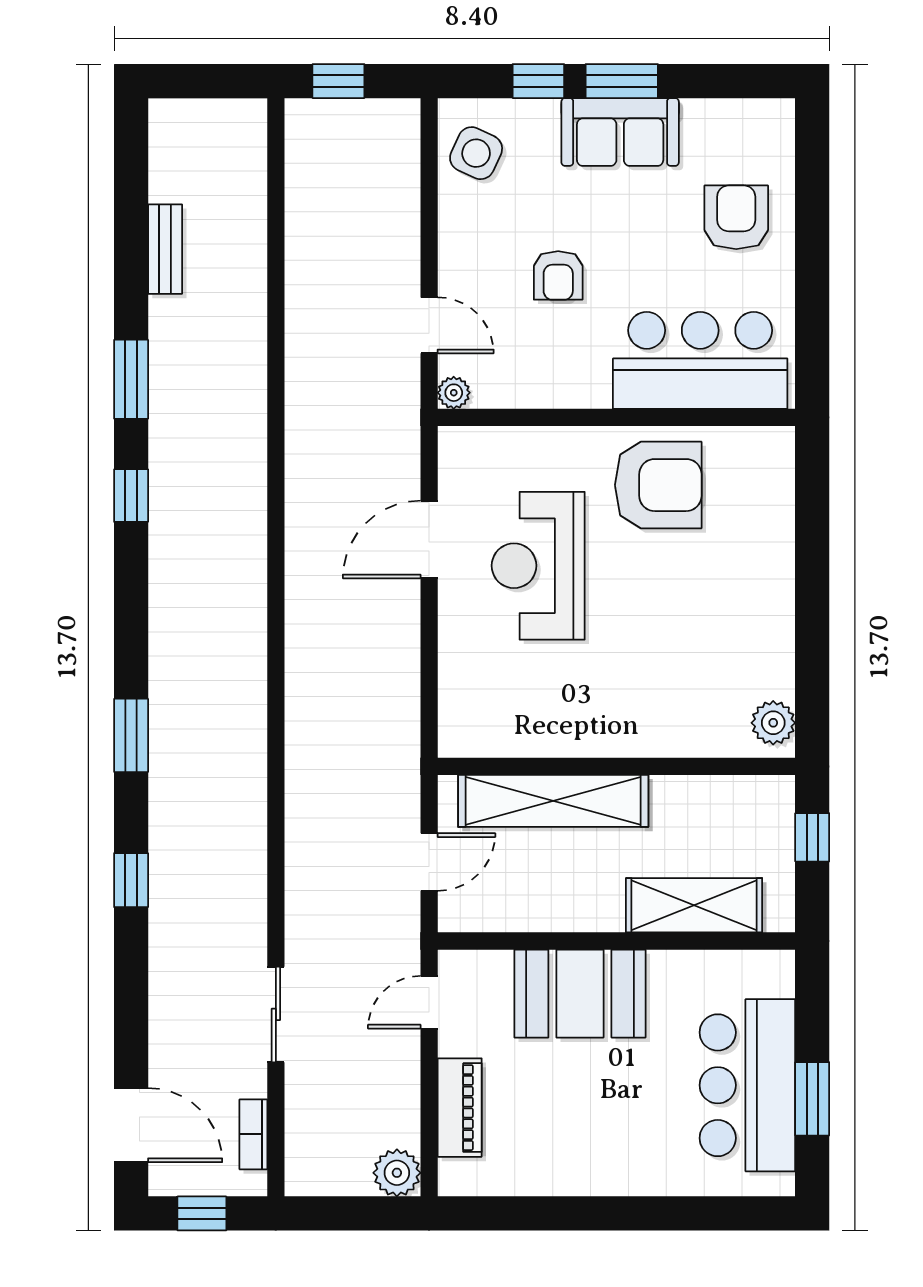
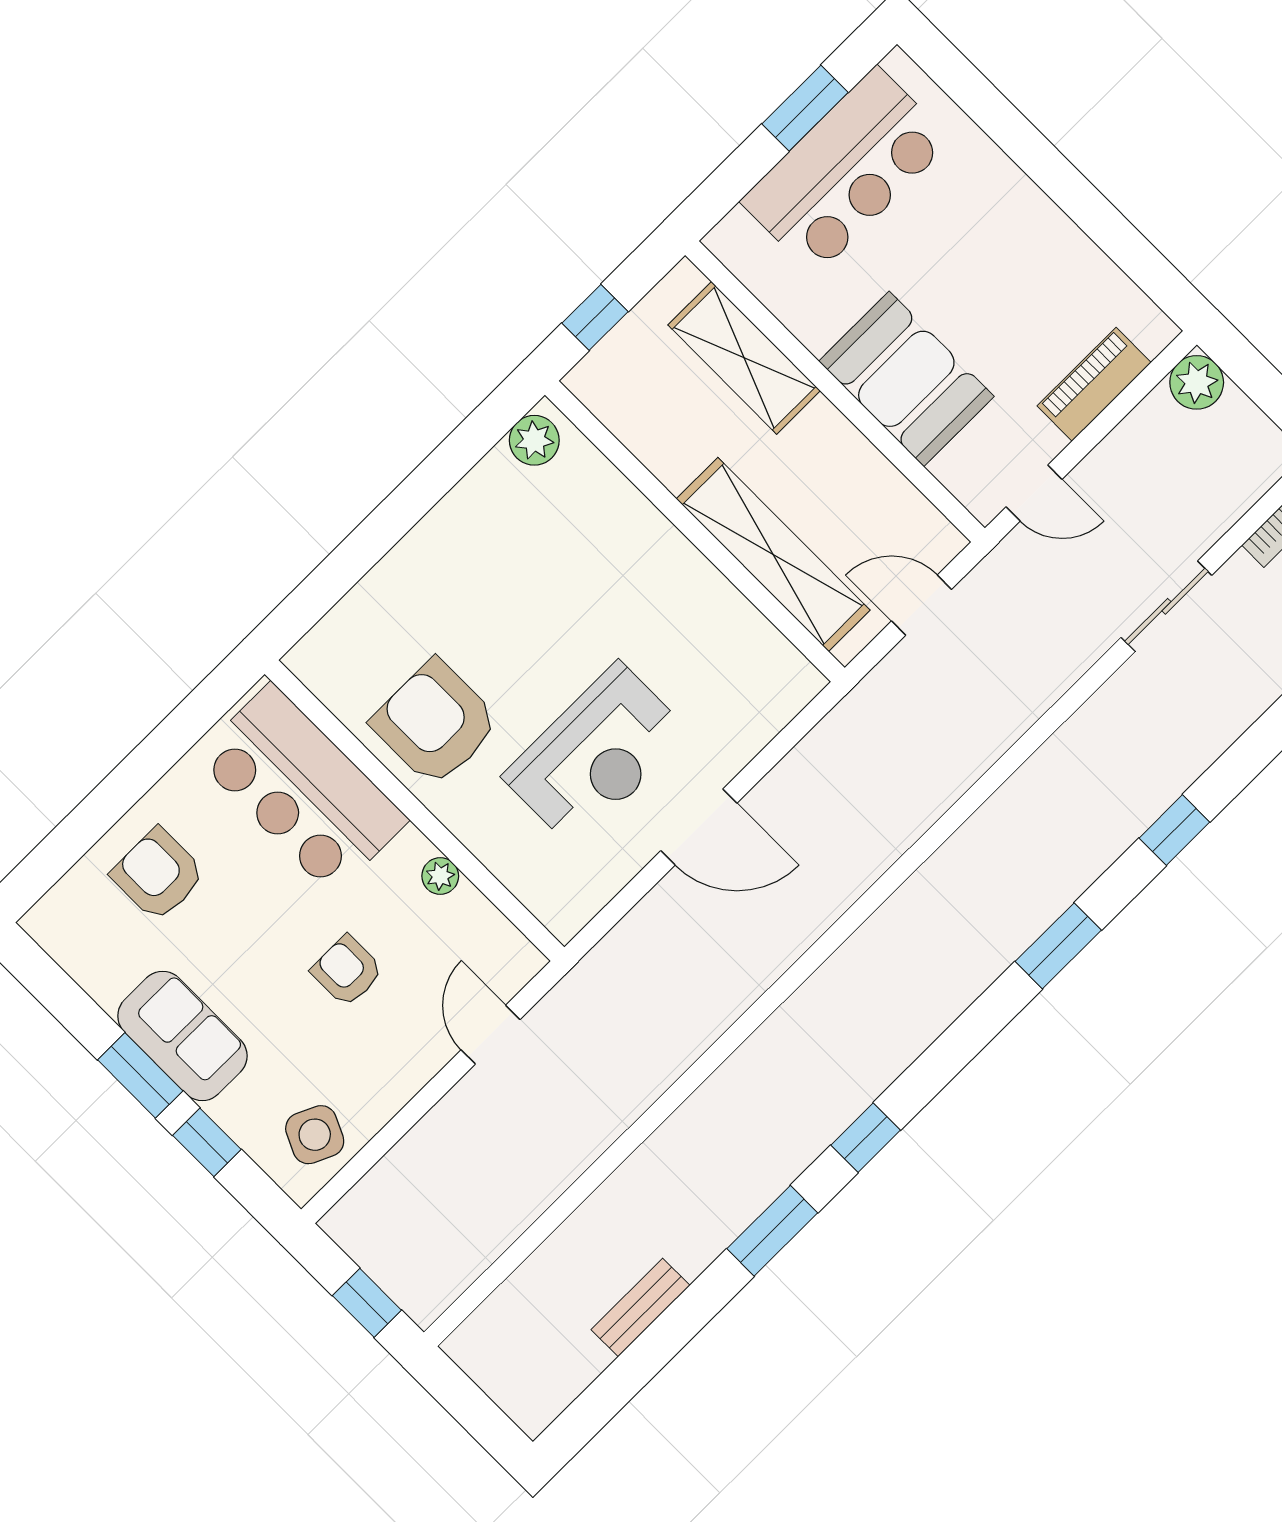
armchair: (736, 217) -> (158, 874), turned 90
armchair: (558, 275) -> (347, 971), turned -90
plant: (454, 393) -> (440, 876), moved
door: (429, 539) -> (699, 827), moved

